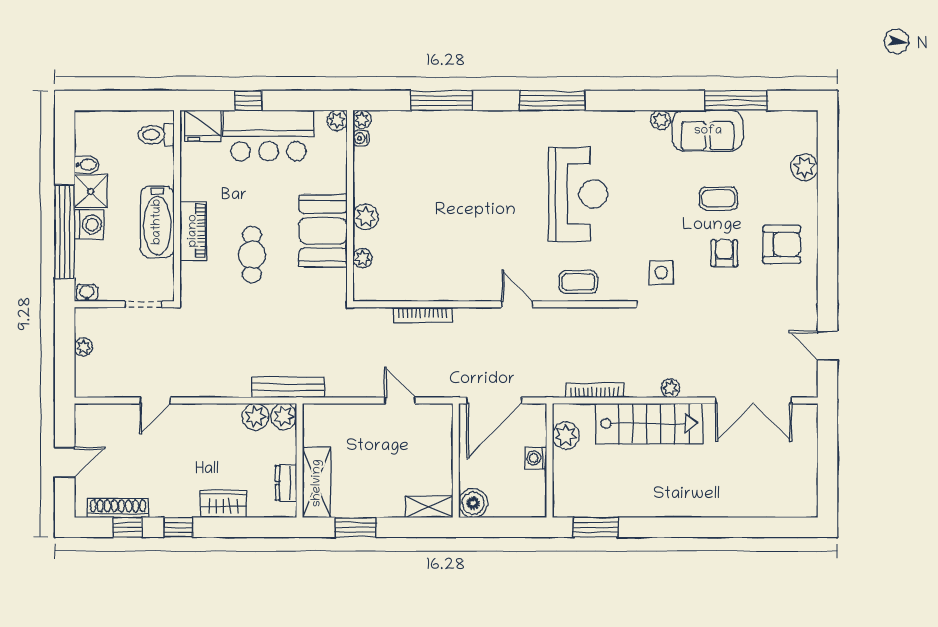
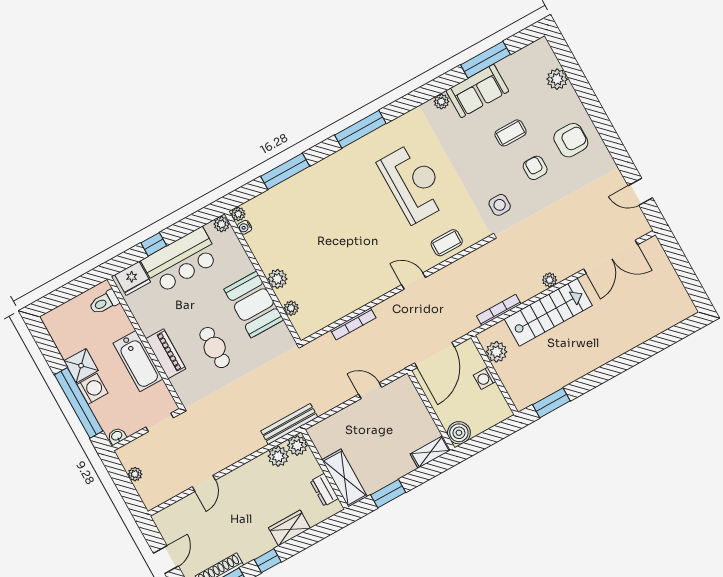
bidet: (87, 165) -> (68, 349), removed

